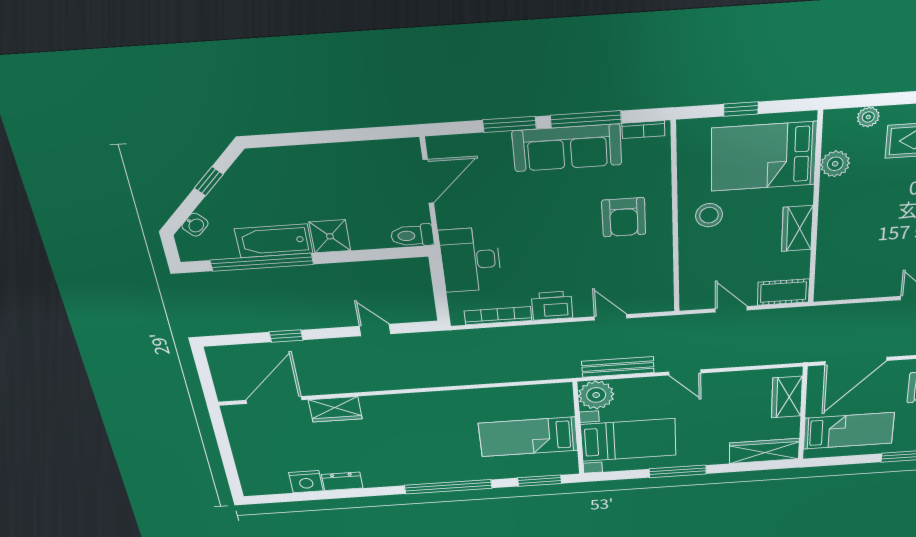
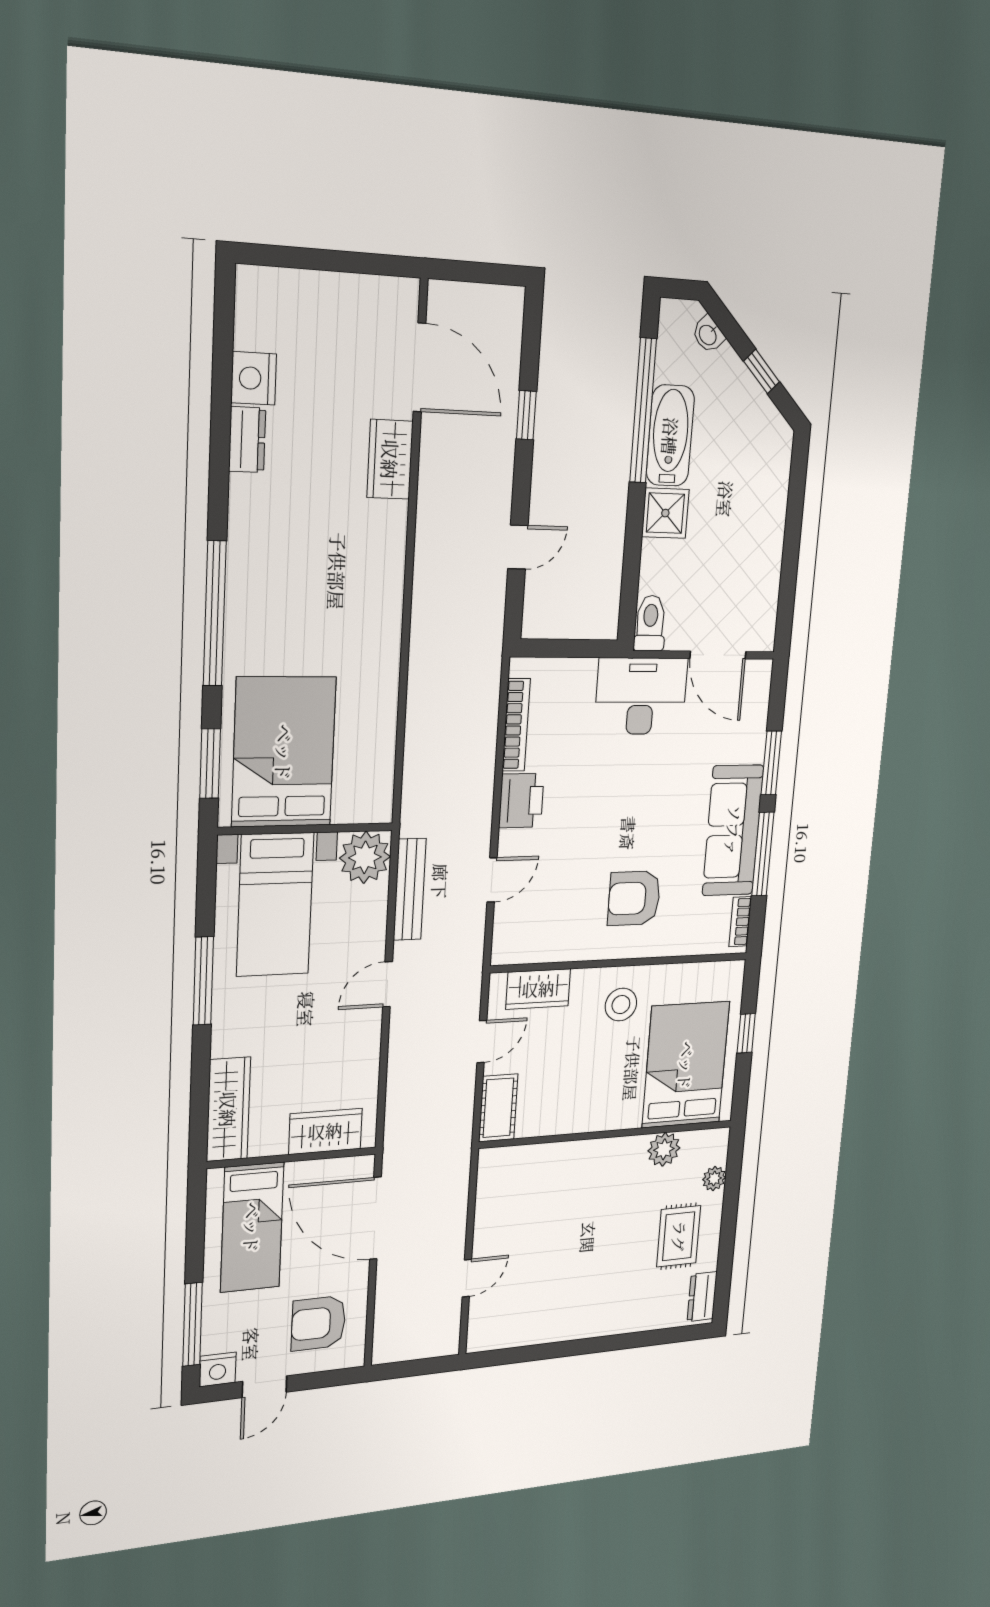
wardrobe: (797, 229) -> (538, 989), moved, turned 180
desk: (471, 260) -> (641, 696), moved
bed: (528, 437) -> (284, 752), width x1.50

